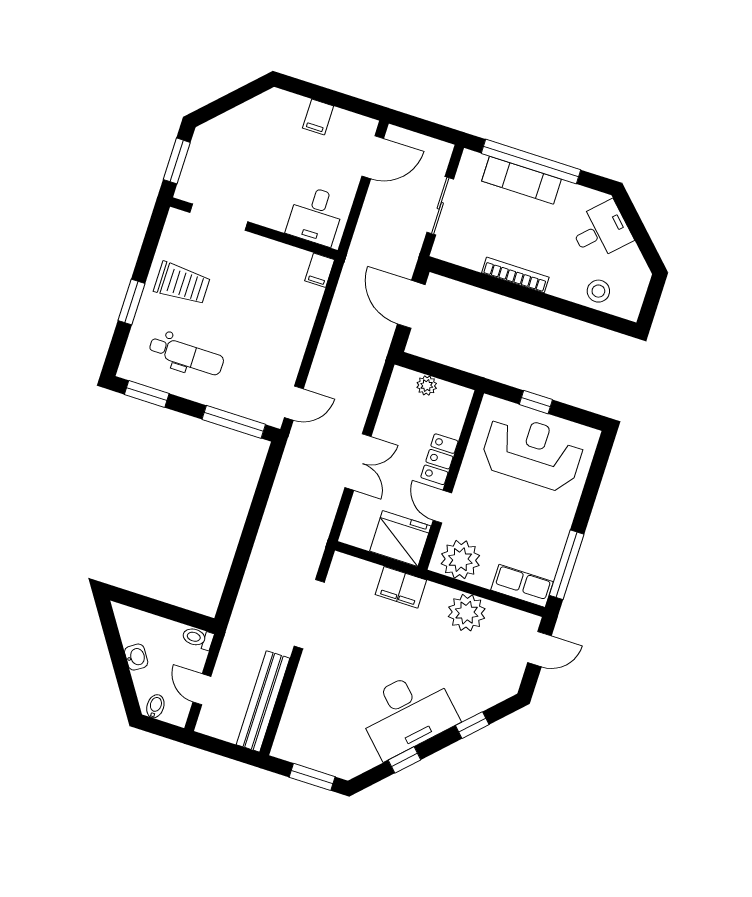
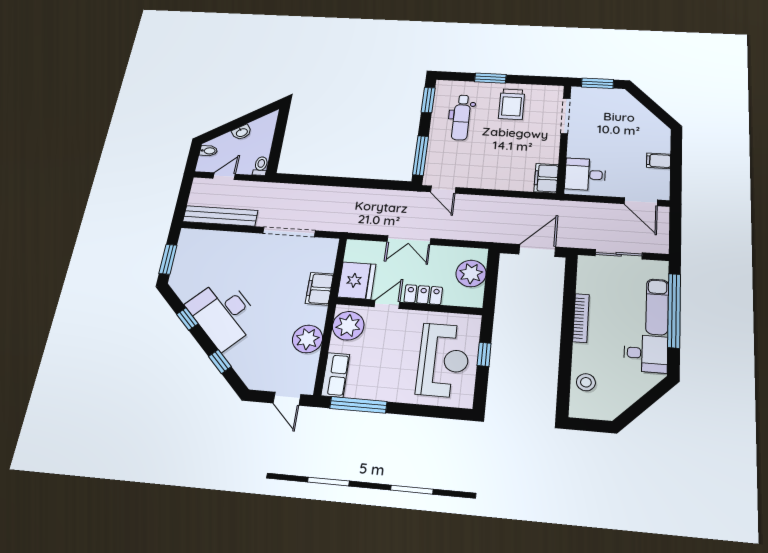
desk: (601, 231) -> (646, 353), moved, turned -45
filing cabinet: (320, 270) -> (546, 178), width x2.00
plant: (427, 385) -> (471, 273), width x1.88, depth x1.88

